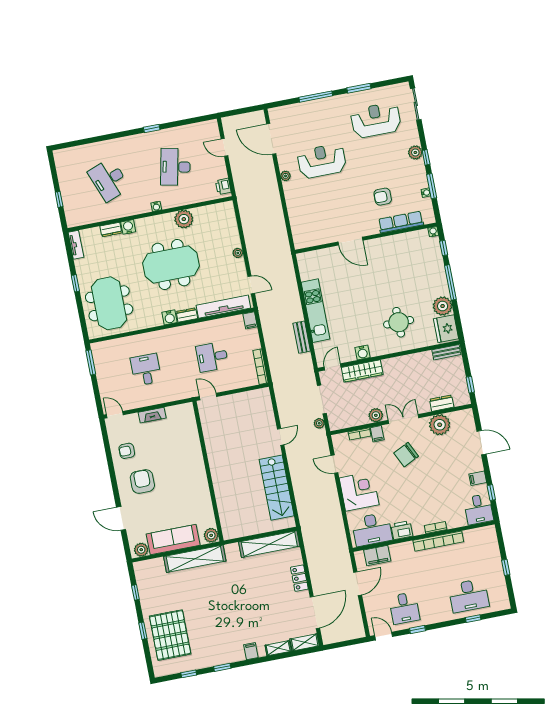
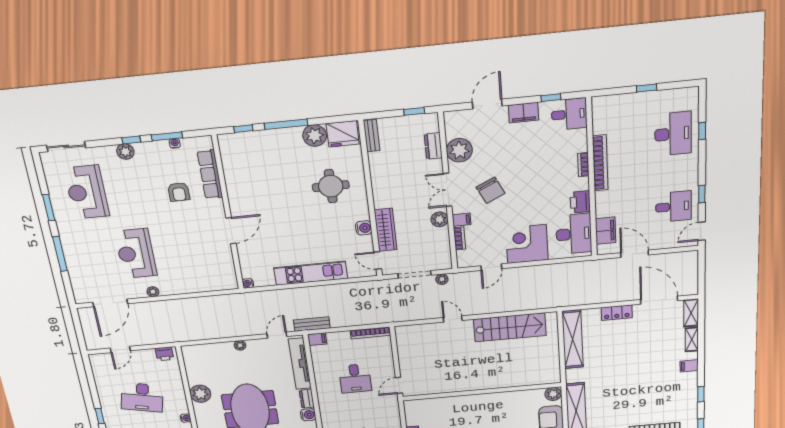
water cooler: (433, 232) -> (248, 283), moved
bench: (302, 337) -> (312, 324), moved
filing cabinet: (478, 478) -> (524, 113), width x2.00

